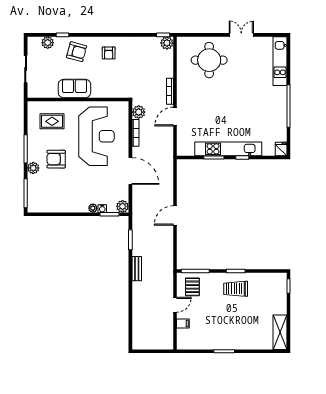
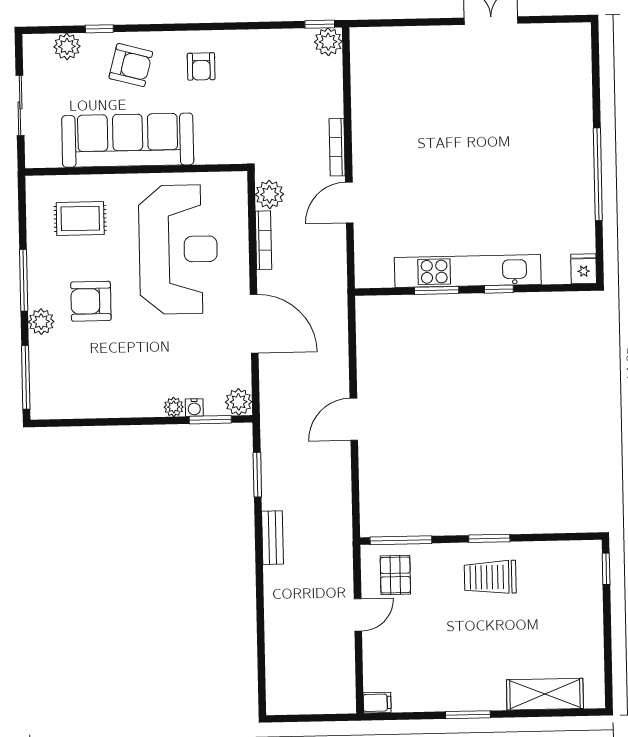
round table: (209, 60) -> (422, 77), removed
kitchen unit: (280, 61) -> (577, 76), removed
sofa: (74, 88) -> (128, 140), width x1.85, depth x1.27
filing cabinet: (183, 324) -> (377, 703), moved
shelving: (280, 332) -> (545, 694), moved, turned 90

